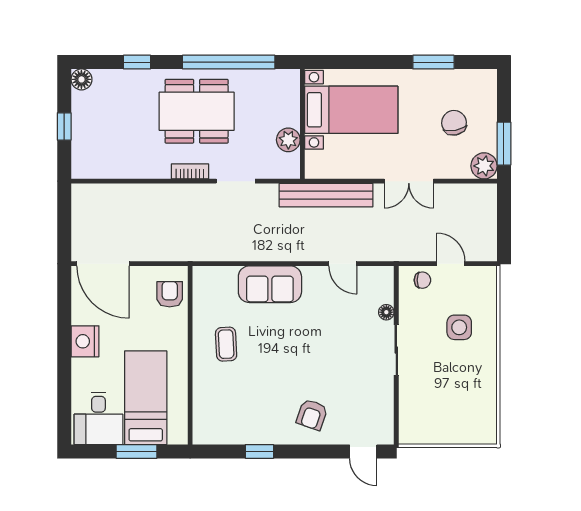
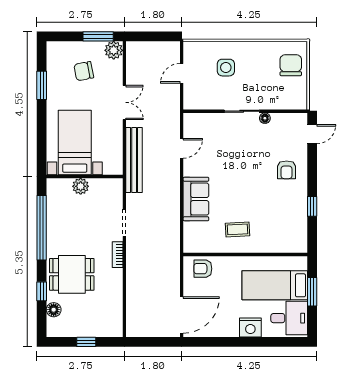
floor lamp: (81, 79) -> (54, 310), moved
dining table: (197, 111) -> (72, 274), moved, width x0.73
plant: (288, 140) -> (81, 186), moved
chair: (422, 280) -> (291, 65), moved, width x1.87, depth x1.87
floor lamp: (386, 312) -> (265, 118), moved
nightstand: (85, 341) -> (250, 327), moved
armchair: (312, 415) -> (287, 170), turned 71

